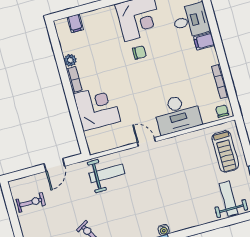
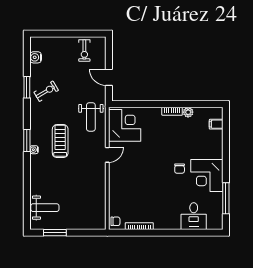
filing cabinet: (204, 41) -> (174, 222), removed
corner desk: (97, 108) -> (125, 125), moved, turned -90
desk: (177, 114) -> (123, 185), removed
treadmill: (225, 151) -> (60, 141), moved, turned 90

